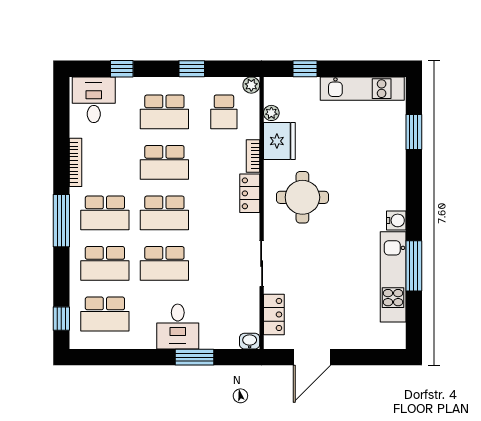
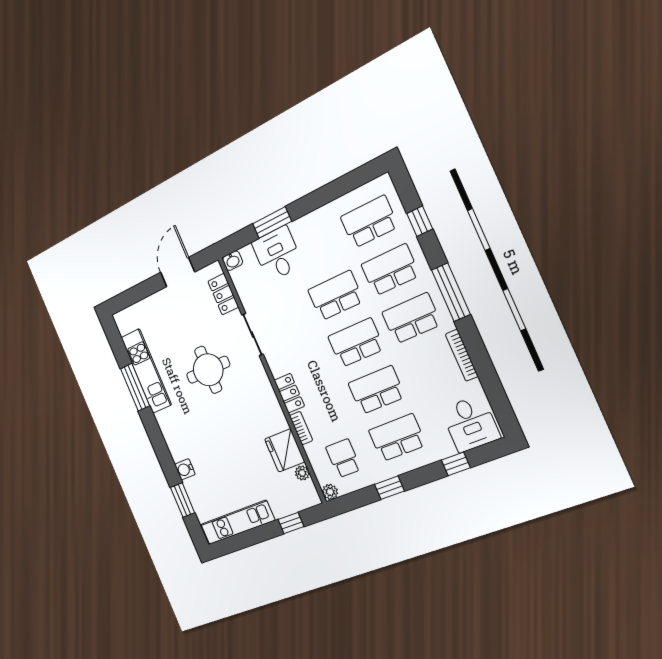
round table: (302, 197) -> (208, 370), moved
water cooler: (396, 220) -> (185, 469), moved
window: (61, 319) -> (420, 221), moved
desk: (178, 327) -> (277, 254), moved

